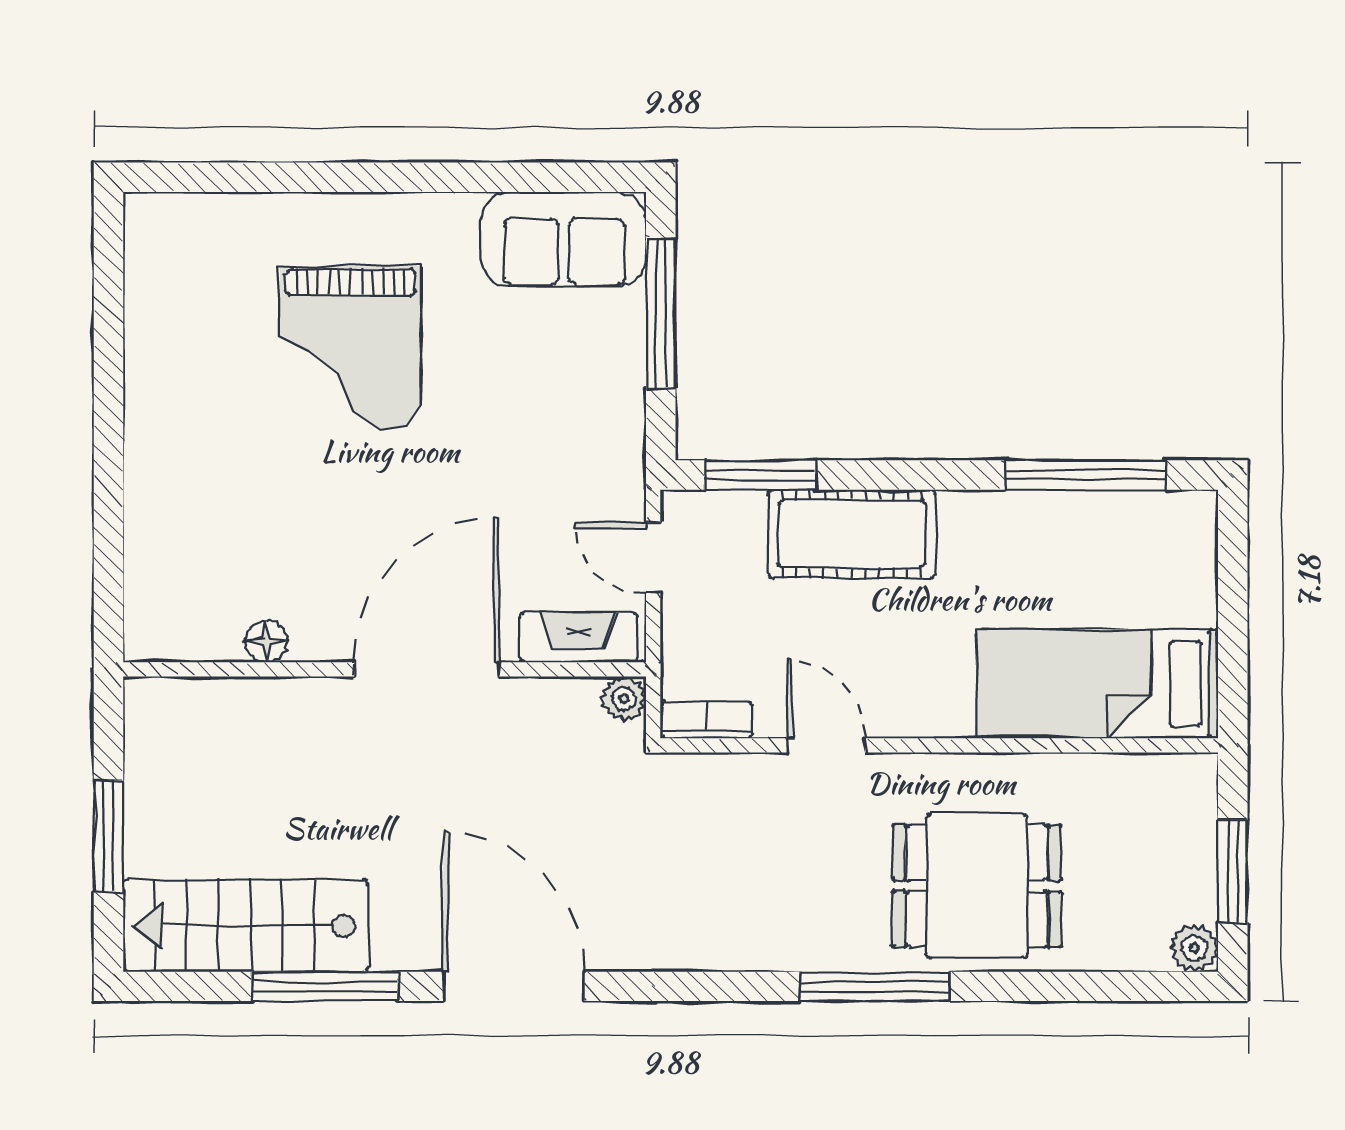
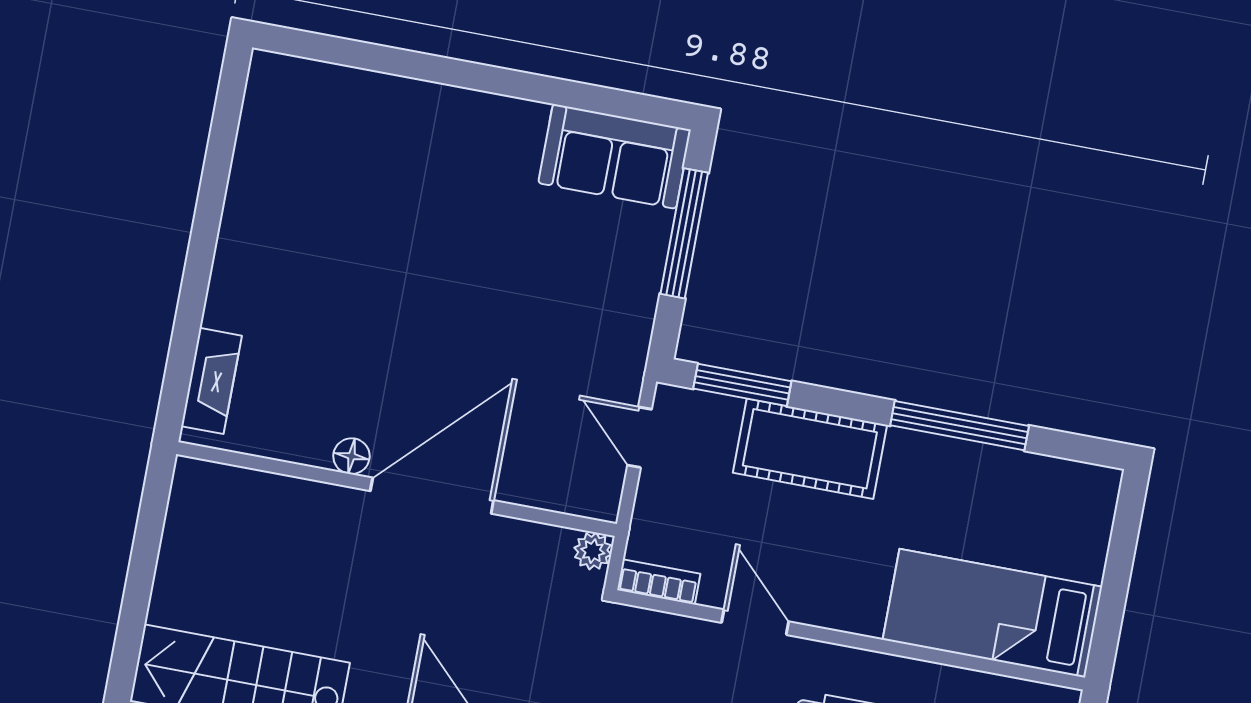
grand piano: (351, 347) -> (419, 213), removed
window: (1086, 475) -> (960, 426), moved
fireplace: (578, 637) -> (211, 381), moved, turned 90
floor lamp: (266, 641) -> (351, 456), moved
window: (108, 836) -> (139, 586), removed

